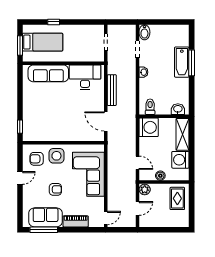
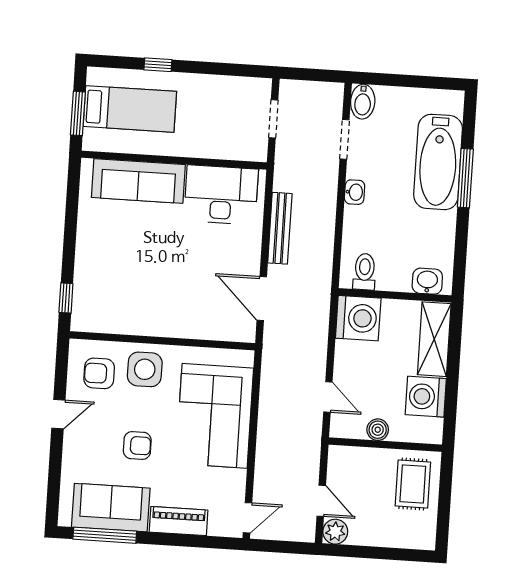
bathtub: (182, 62) -> (438, 162), width x1.36, depth x1.36
plant: (145, 189) -> (335, 532), moved
door: (138, 208) -> (321, 501), hinge flipped

